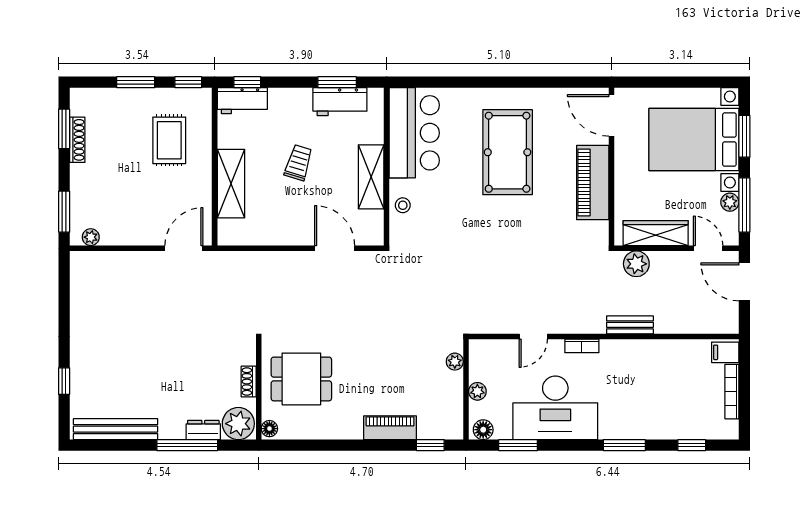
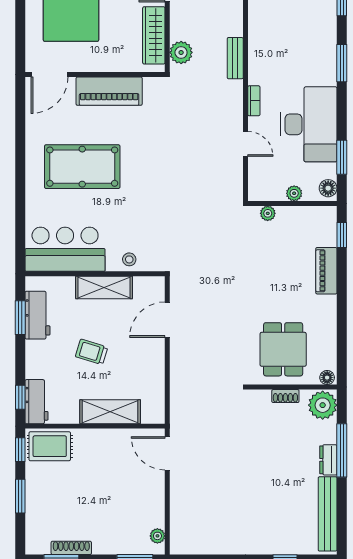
rug: (169, 140) -> (50, 446), moved
dresser: (203, 430) -> (328, 460), moved

